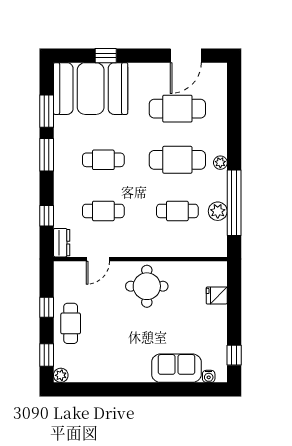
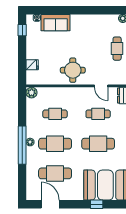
door: (186, 56) -> (50, 204), hinge flipped
cafe table: (103, 160) -> (98, 144), width x1.37, depth x1.35
window: (234, 203) -> (22, 145), moved
plant: (218, 211) -> (32, 93), moved
door: (98, 259) -> (101, 86), swing flipped

